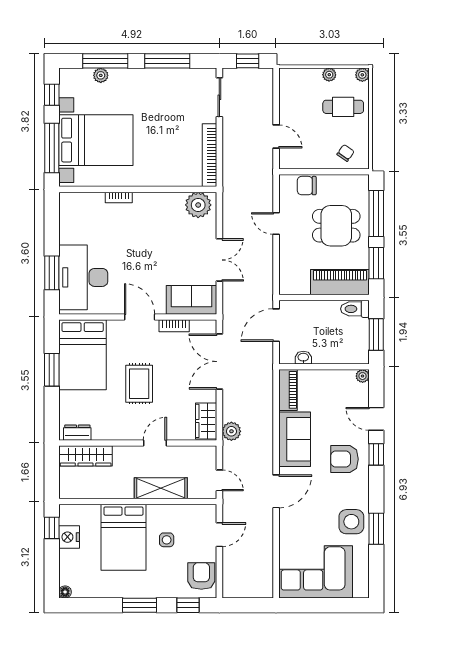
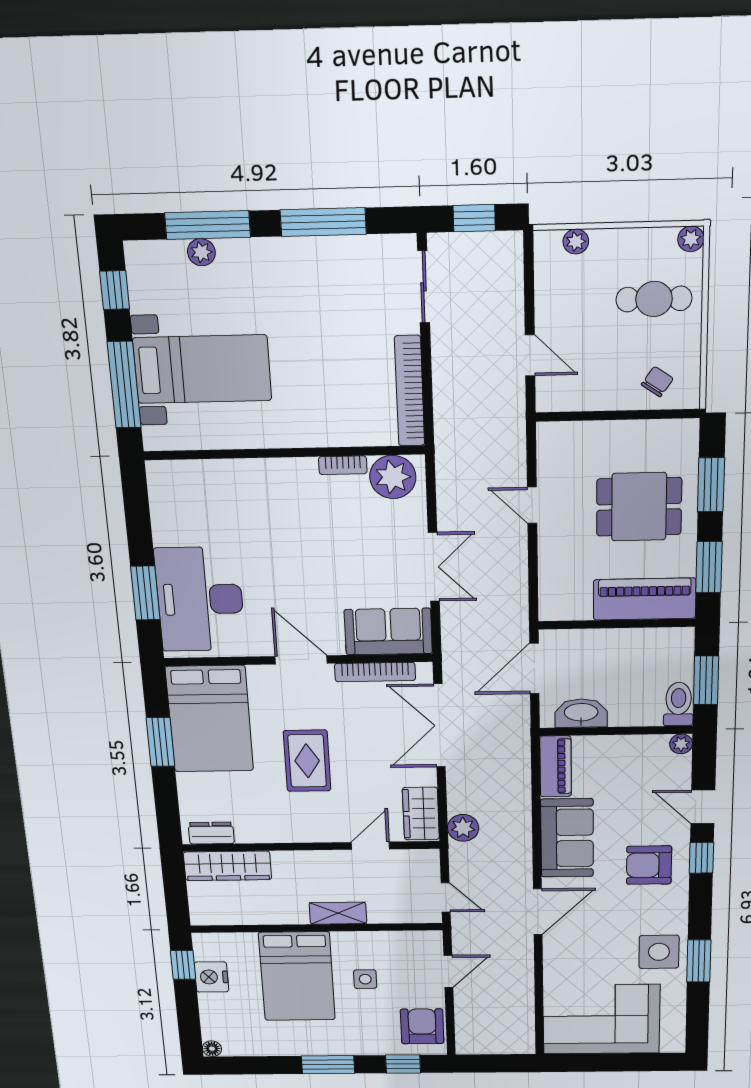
plant: (329, 75) -> (576, 242), moved
bed with nightstands: (96, 140) -> (202, 369), width x0.73
chair: (307, 186) -> (586, 440), removed
bookcase: (119, 197) -> (343, 465), moved
window: (376, 213) -> (711, 485), width x0.69
toilet: (355, 309) -> (678, 704), moved, turned 90
bookcase: (174, 326) -> (375, 672), width x1.56
washbasin: (303, 358) -> (581, 713), width x1.91, depth x1.45
door: (155, 443) -> (370, 846), moved
shelving: (161, 488) -> (338, 913), width x0.67, depth x0.75

